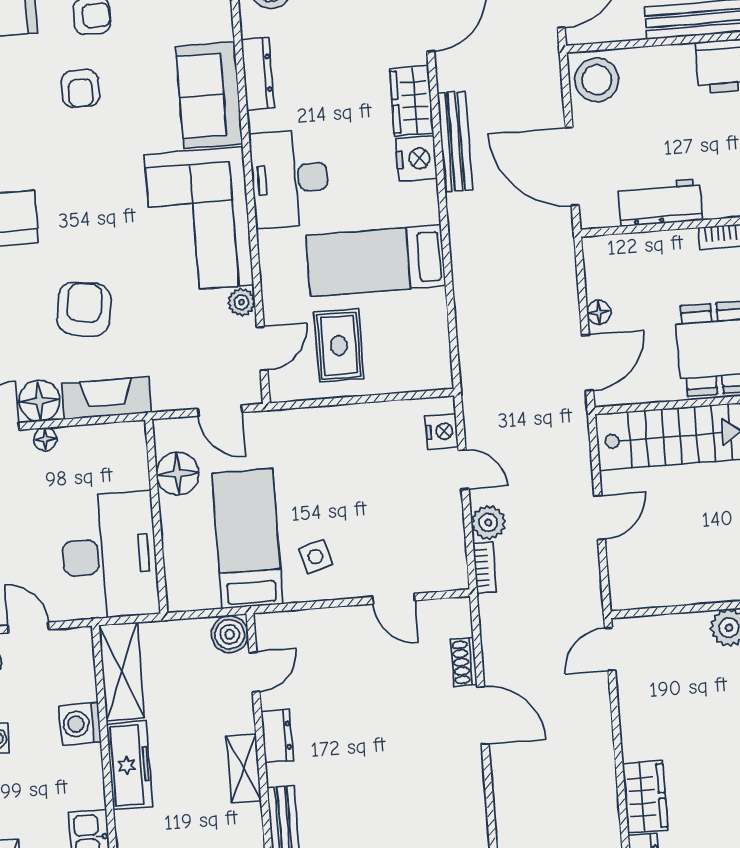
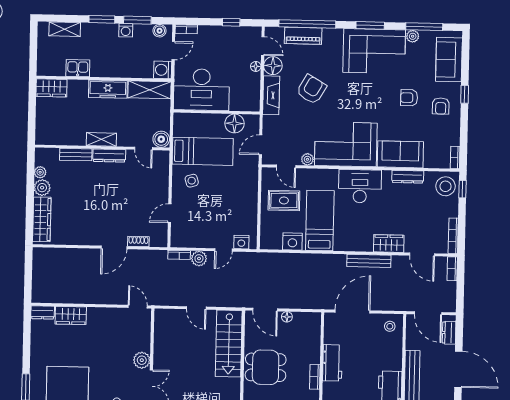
stool: (597, 80) -> (390, 326), width x0.53, depth x0.53
nightstand: (416, 159) -> (292, 241), moved
workbench: (660, 202) -> (332, 363), moved
armchair: (84, 309) -> (311, 89), turned -69
washing machine: (80, 724) -> (163, 70), moved, turned -90
dresser: (277, 736) -> (109, 156), width x1.44

